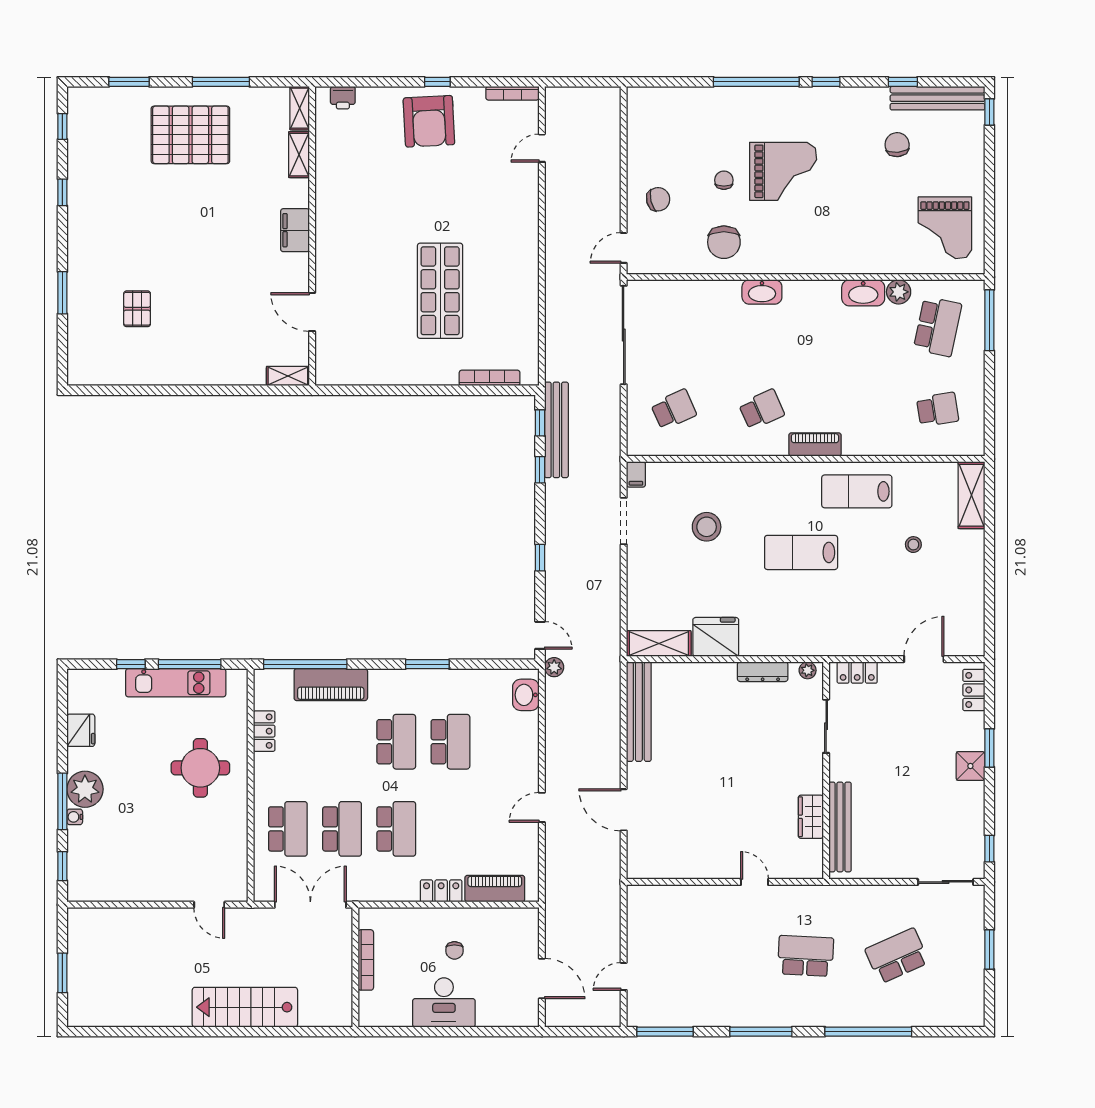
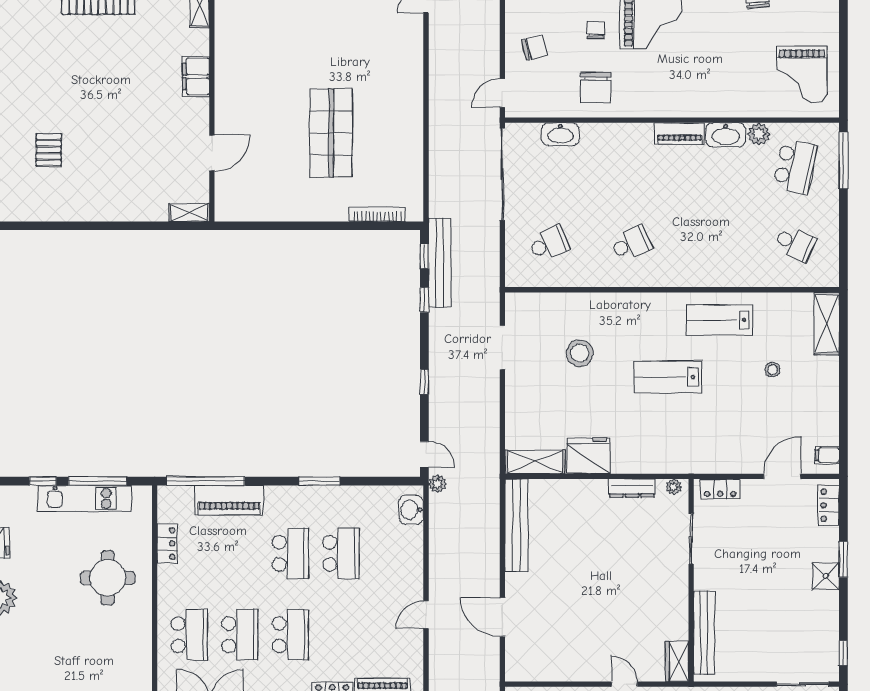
washbasin: (762, 292) -> (560, 134), moved
door: (312, 312) -> (212, 153), swing flipped
school desk: (938, 409) -> (795, 244), turned 33
piano: (815, 445) -> (680, 134), moved, turned 180
filing cabinet: (636, 474) -> (827, 455), moved, turned 90
wardrobe: (811, 817) -> (677, 661), moved

